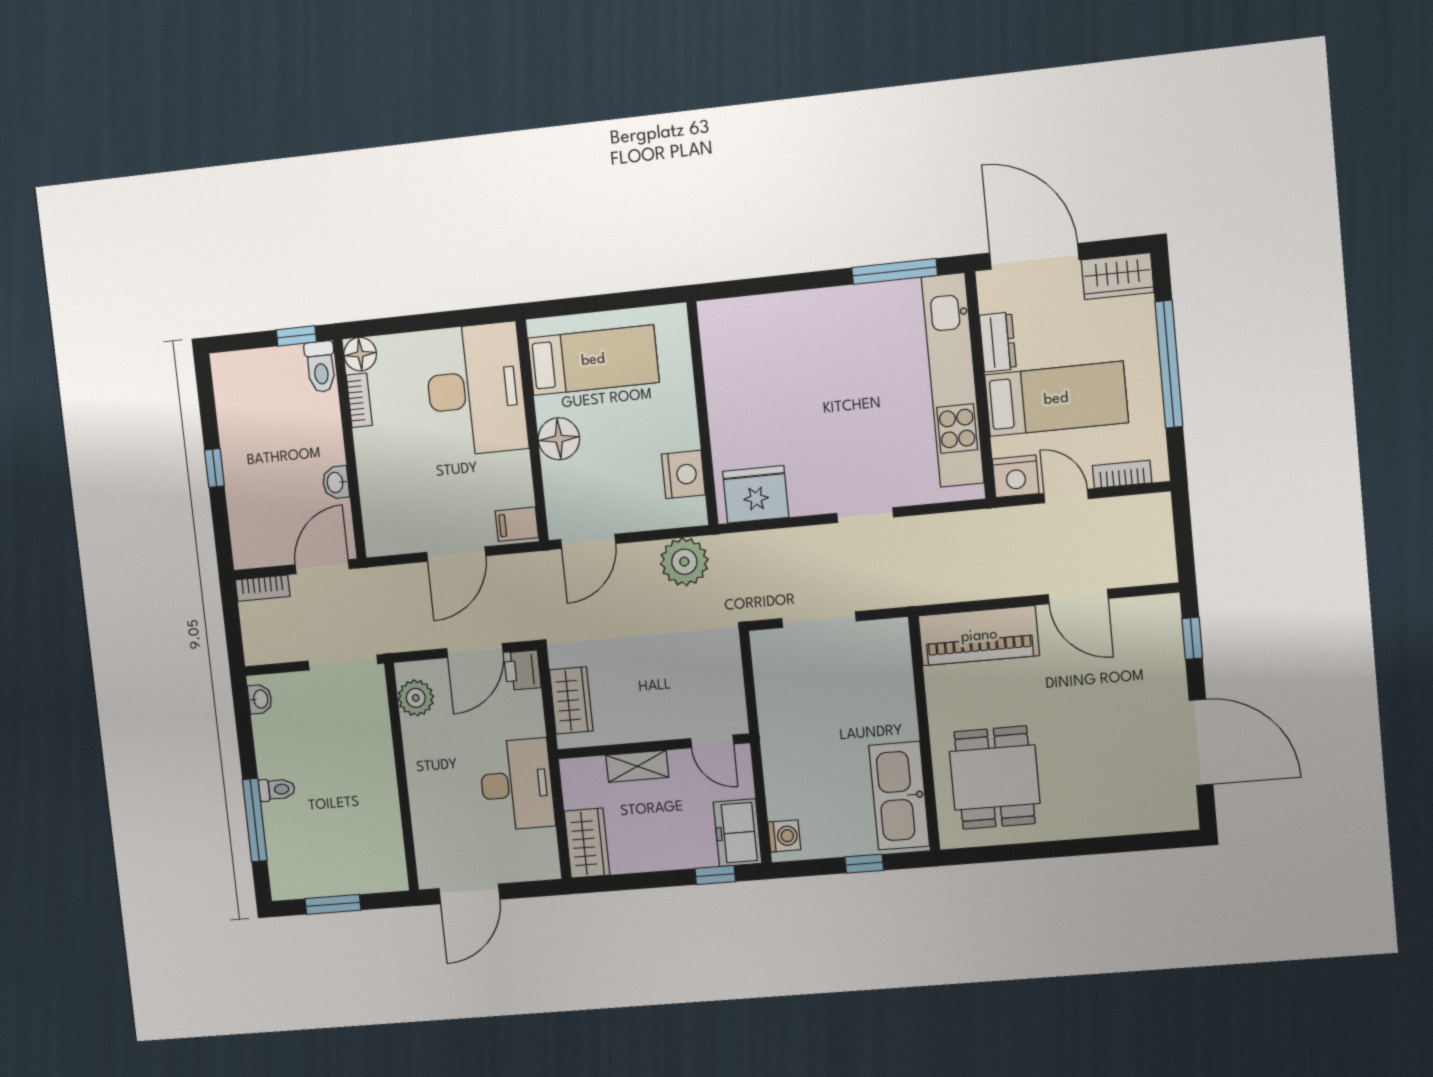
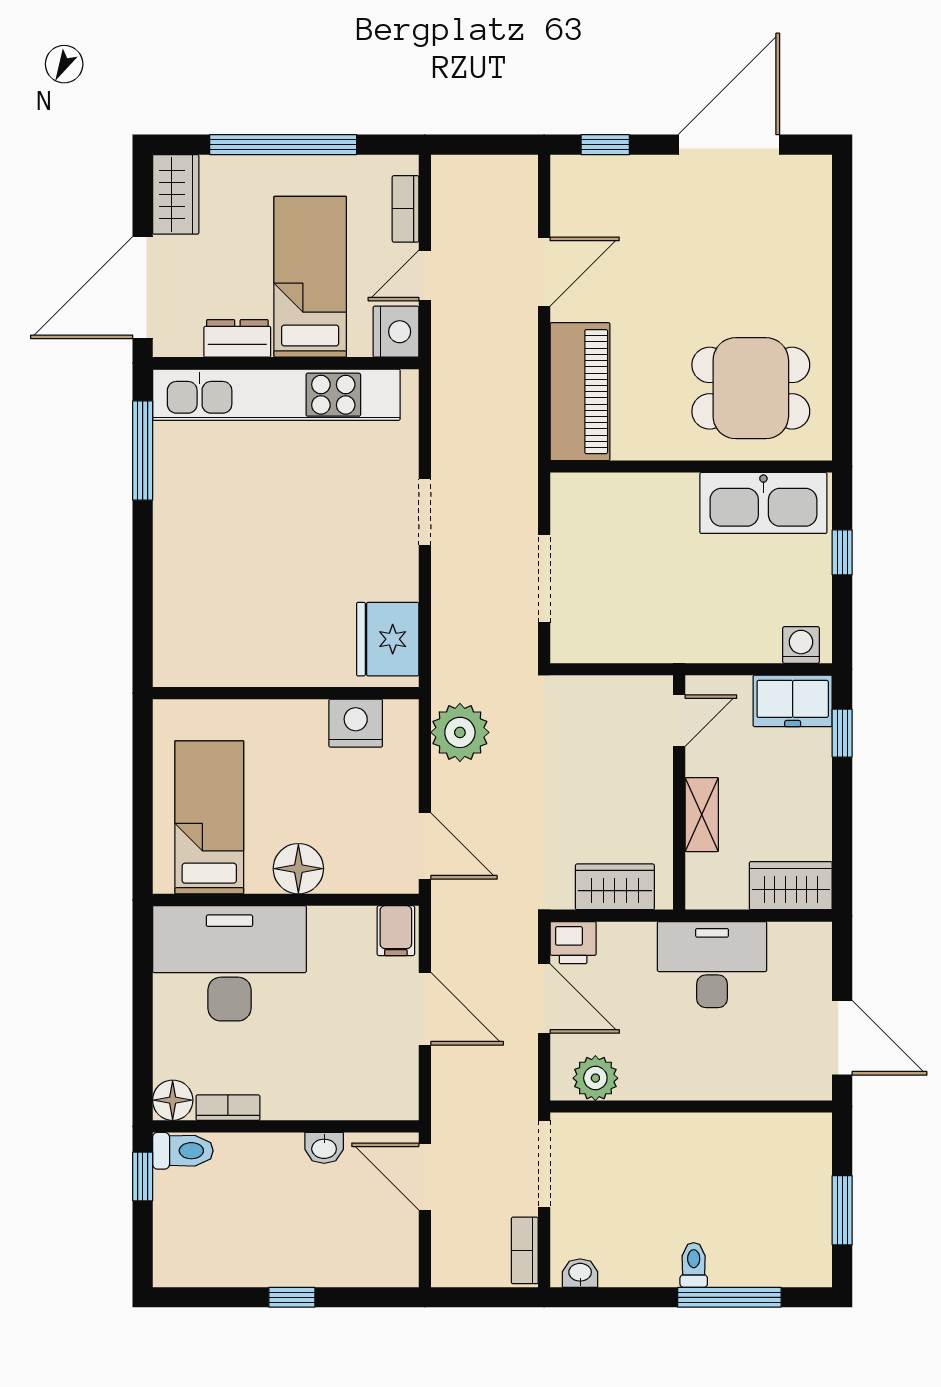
bookcase: (263, 588) -> (525, 1250), moved, turned 180

